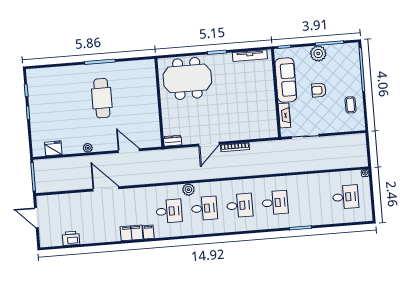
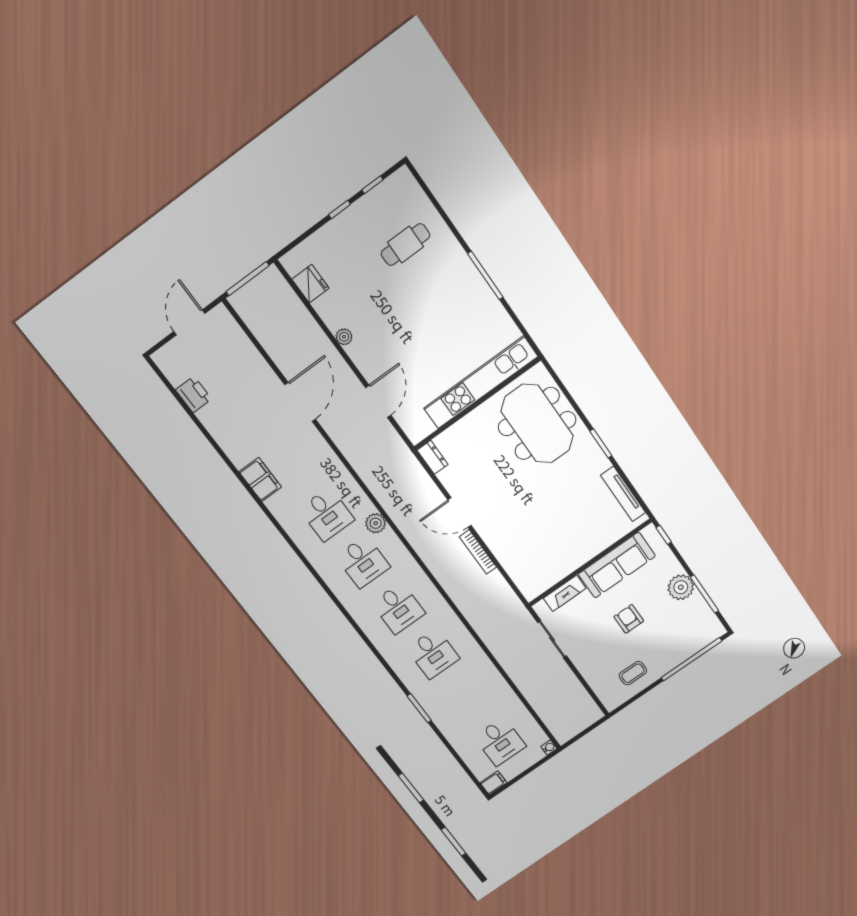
kitchen unit: (150, 94) -> (481, 382), added
cafe table: (102, 98) -> (405, 245), moved, width x0.73, depth x0.74
filing cabinet: (148, 232) -> (494, 783), moved

